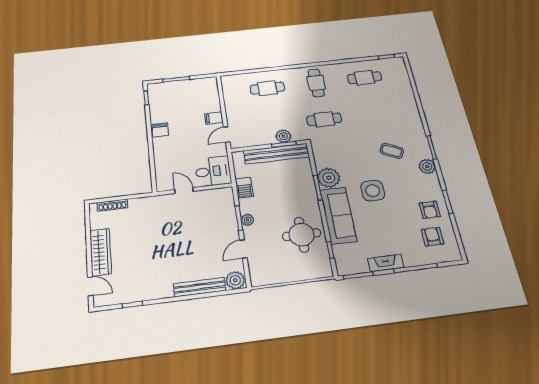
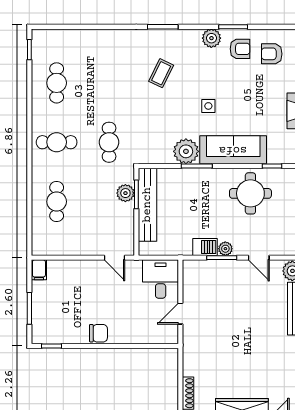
filing cabinet: (214, 118) -> (39, 270), moved
plant: (427, 166) -> (211, 38), moved
barbecue: (244, 188) -> (205, 247), moved
side table: (373, 191) -> (208, 106), width x0.54, depth x0.54

